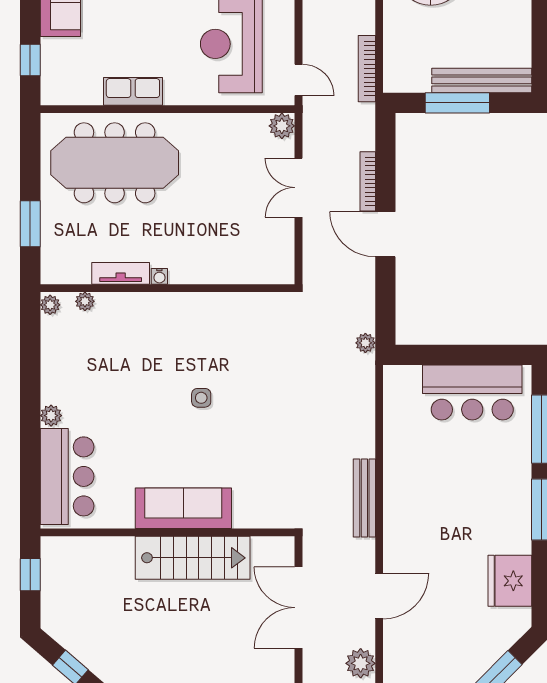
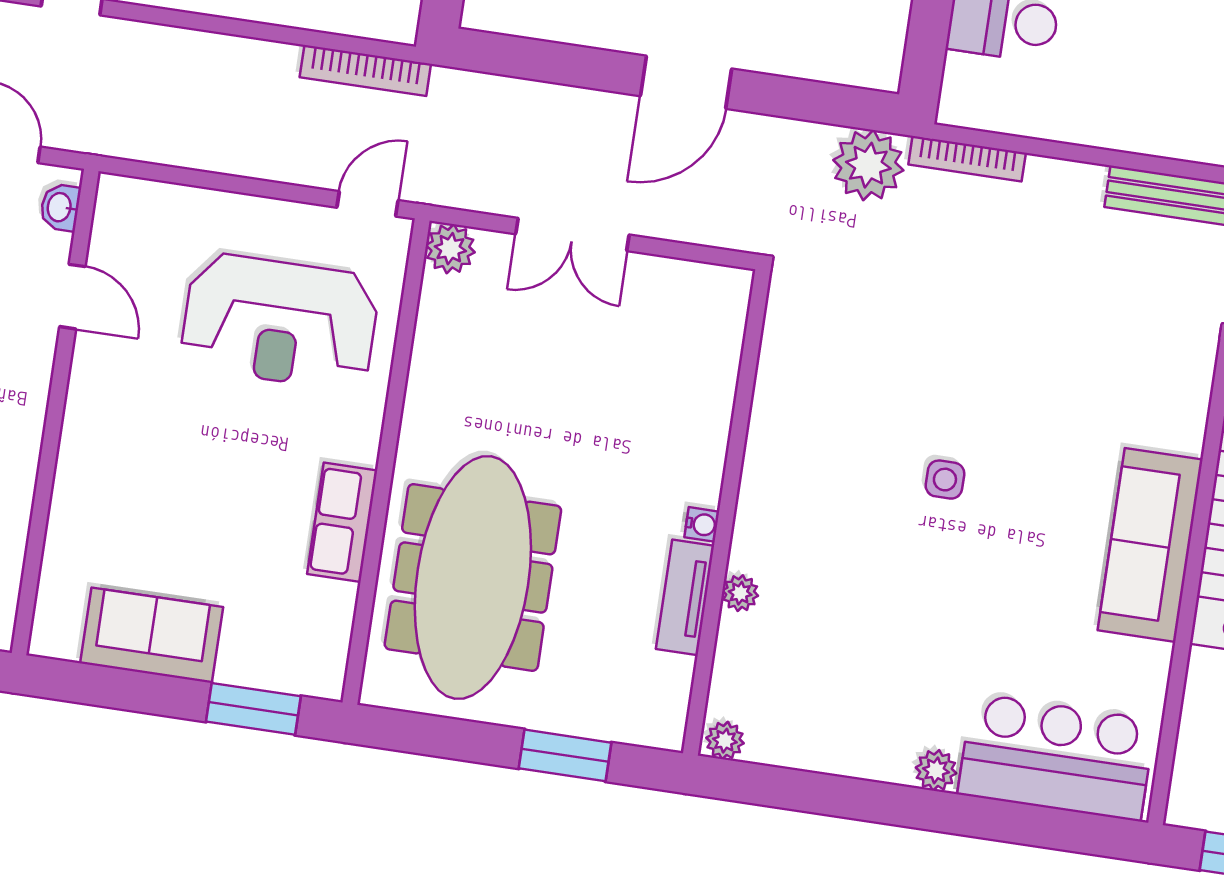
window: (30, 60) -> (253, 709), width x1.50
bookcase: (368, 181) -> (967, 159), moved
plant: (85, 301) -> (740, 593), moved
plant: (365, 343) -> (868, 165), width x1.88, depth x1.88

